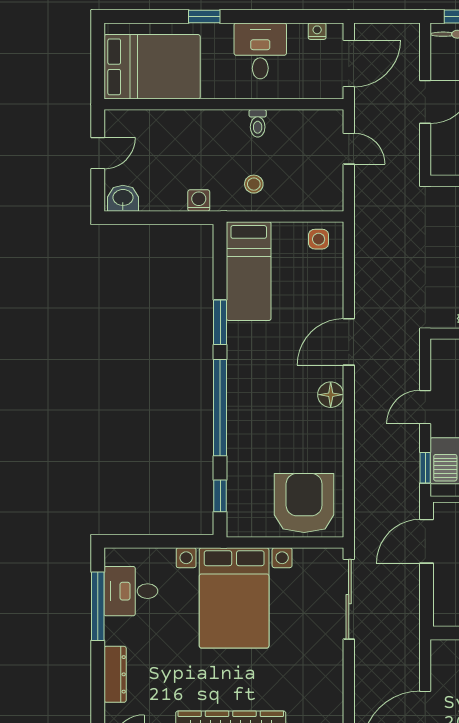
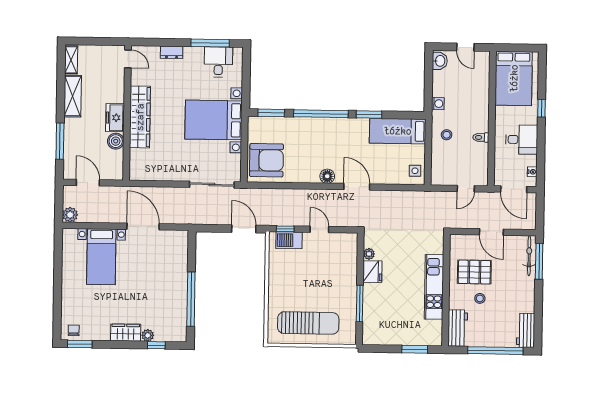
window: (220, 496) -> (271, 113), width x1.50
dresser: (115, 674) -> (172, 52), width x0.70

